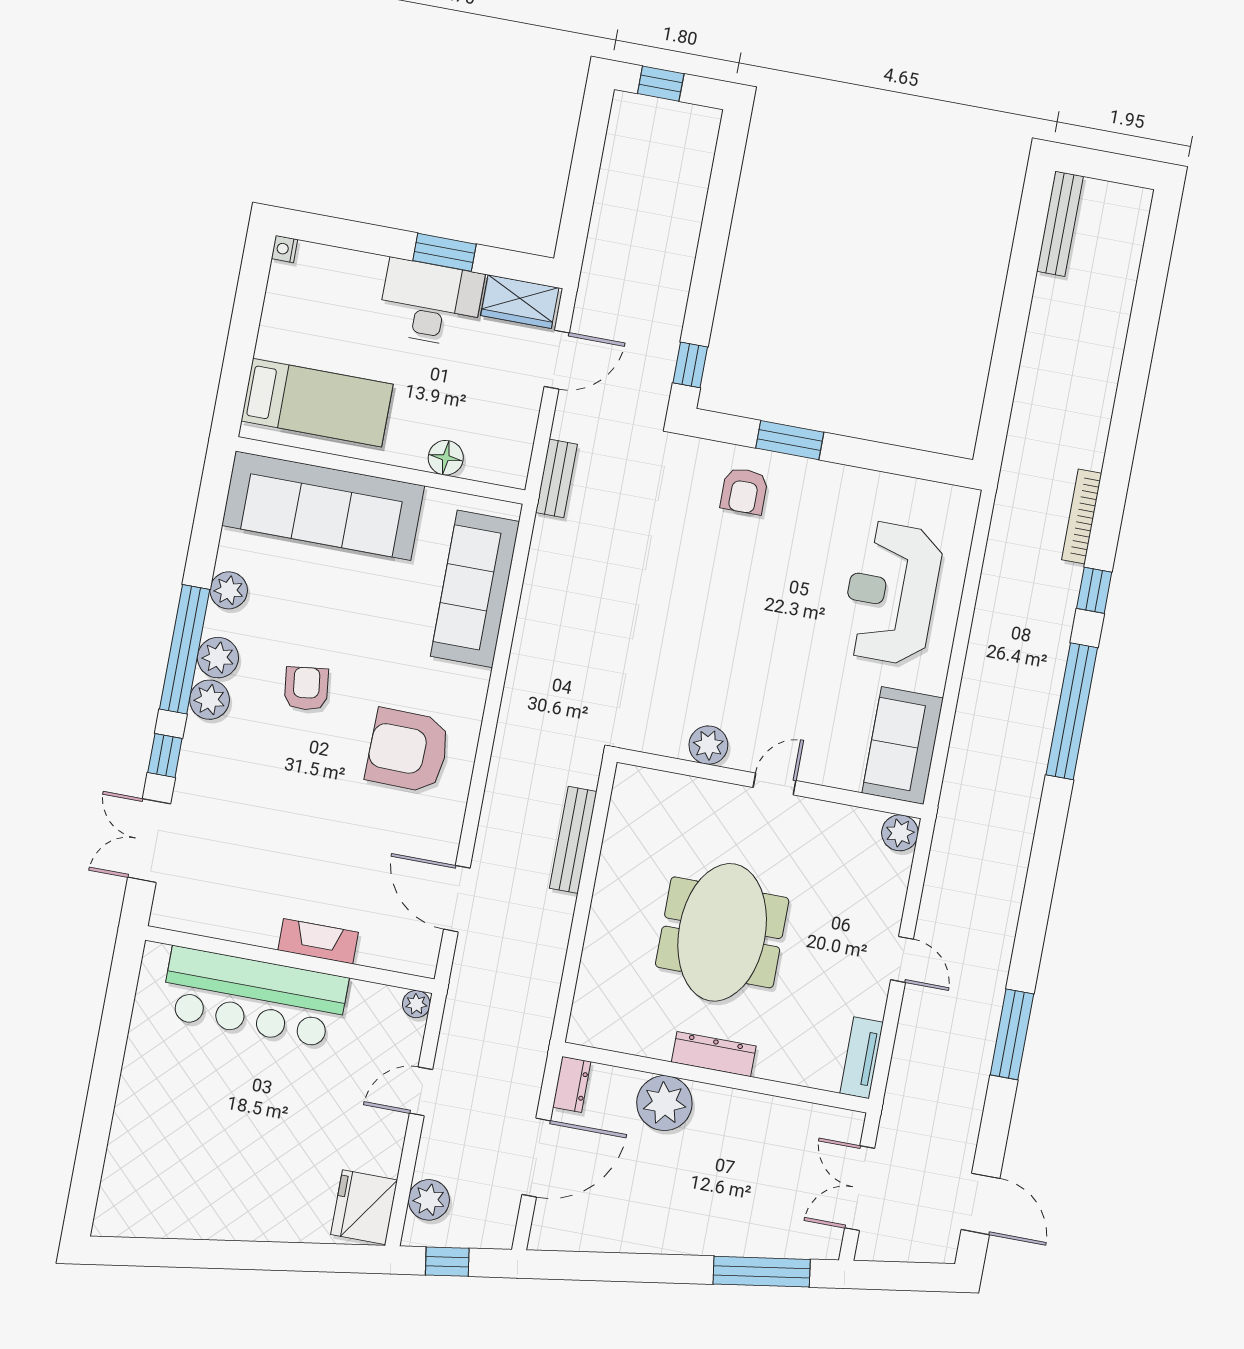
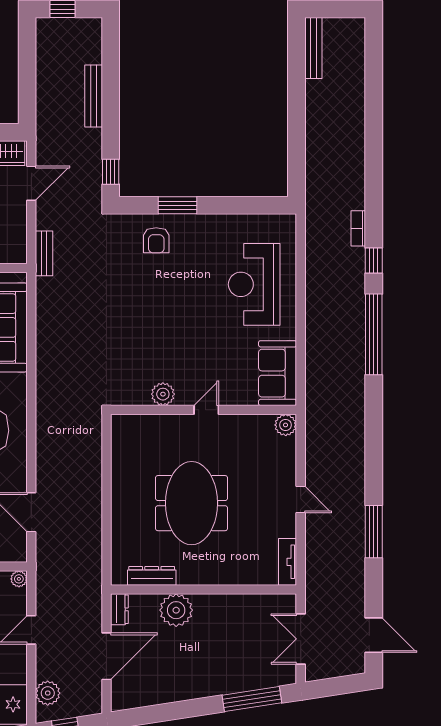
bookcase: (1082, 516) -> (358, 228), width x0.64
bench: (573, 840) -> (94, 96), moved
dresser: (714, 1054) -> (152, 576), moved

